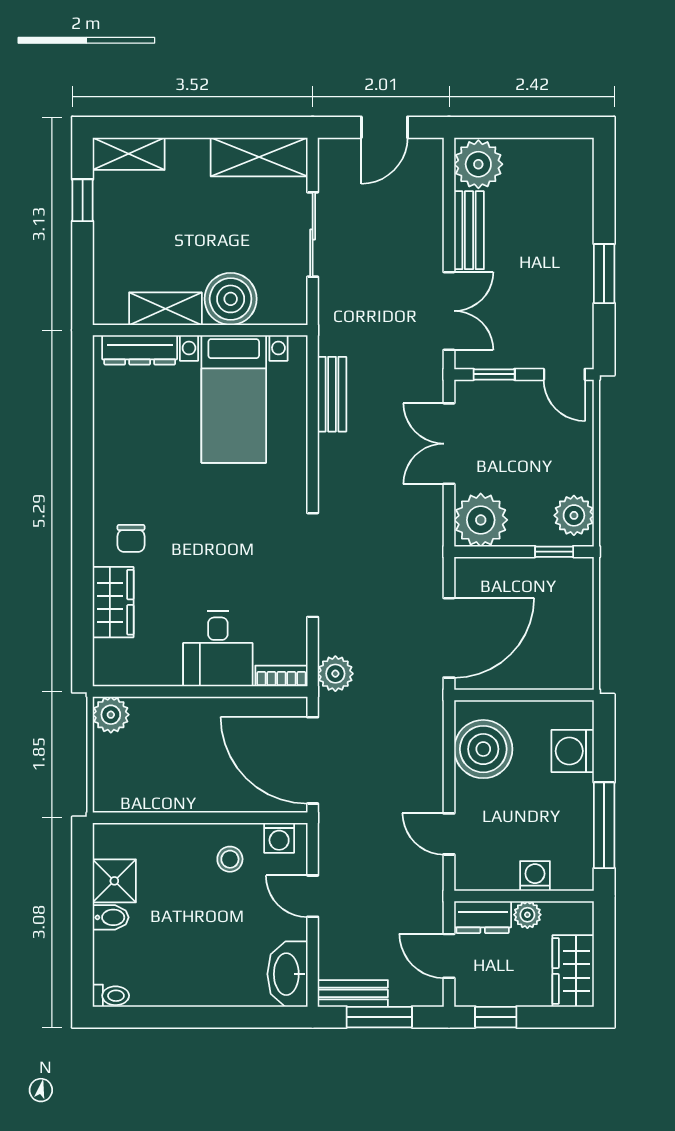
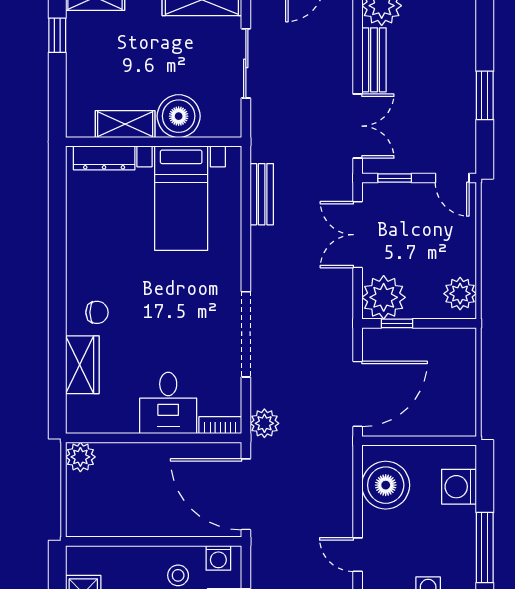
chair: (131, 538) -> (97, 312), turned -90
window: (554, 552) -> (397, 323), moved

